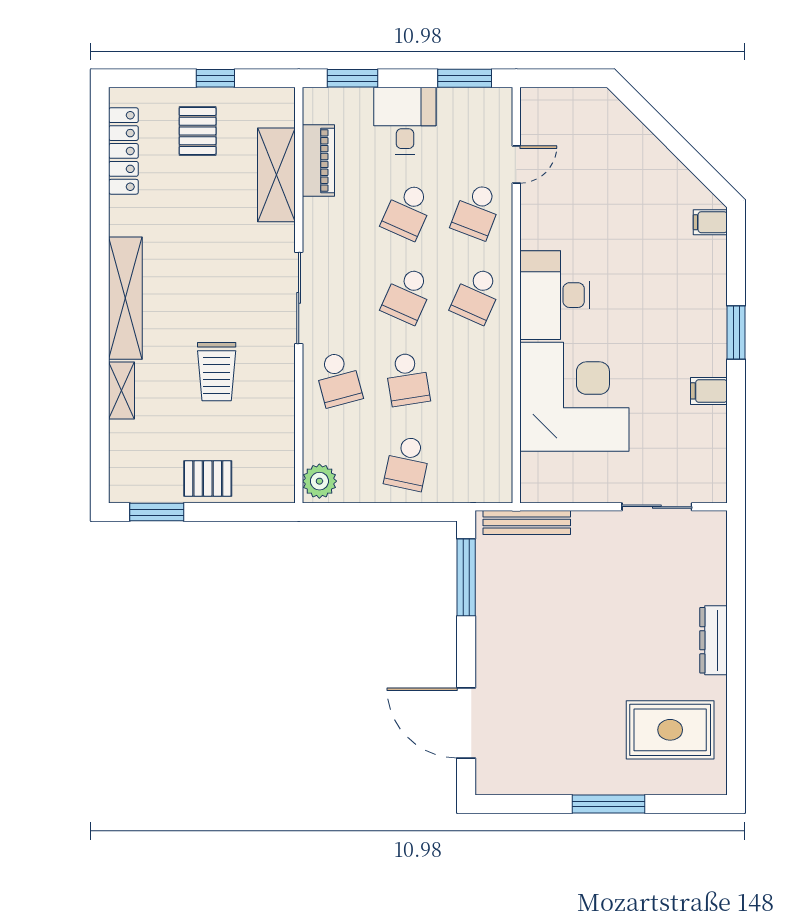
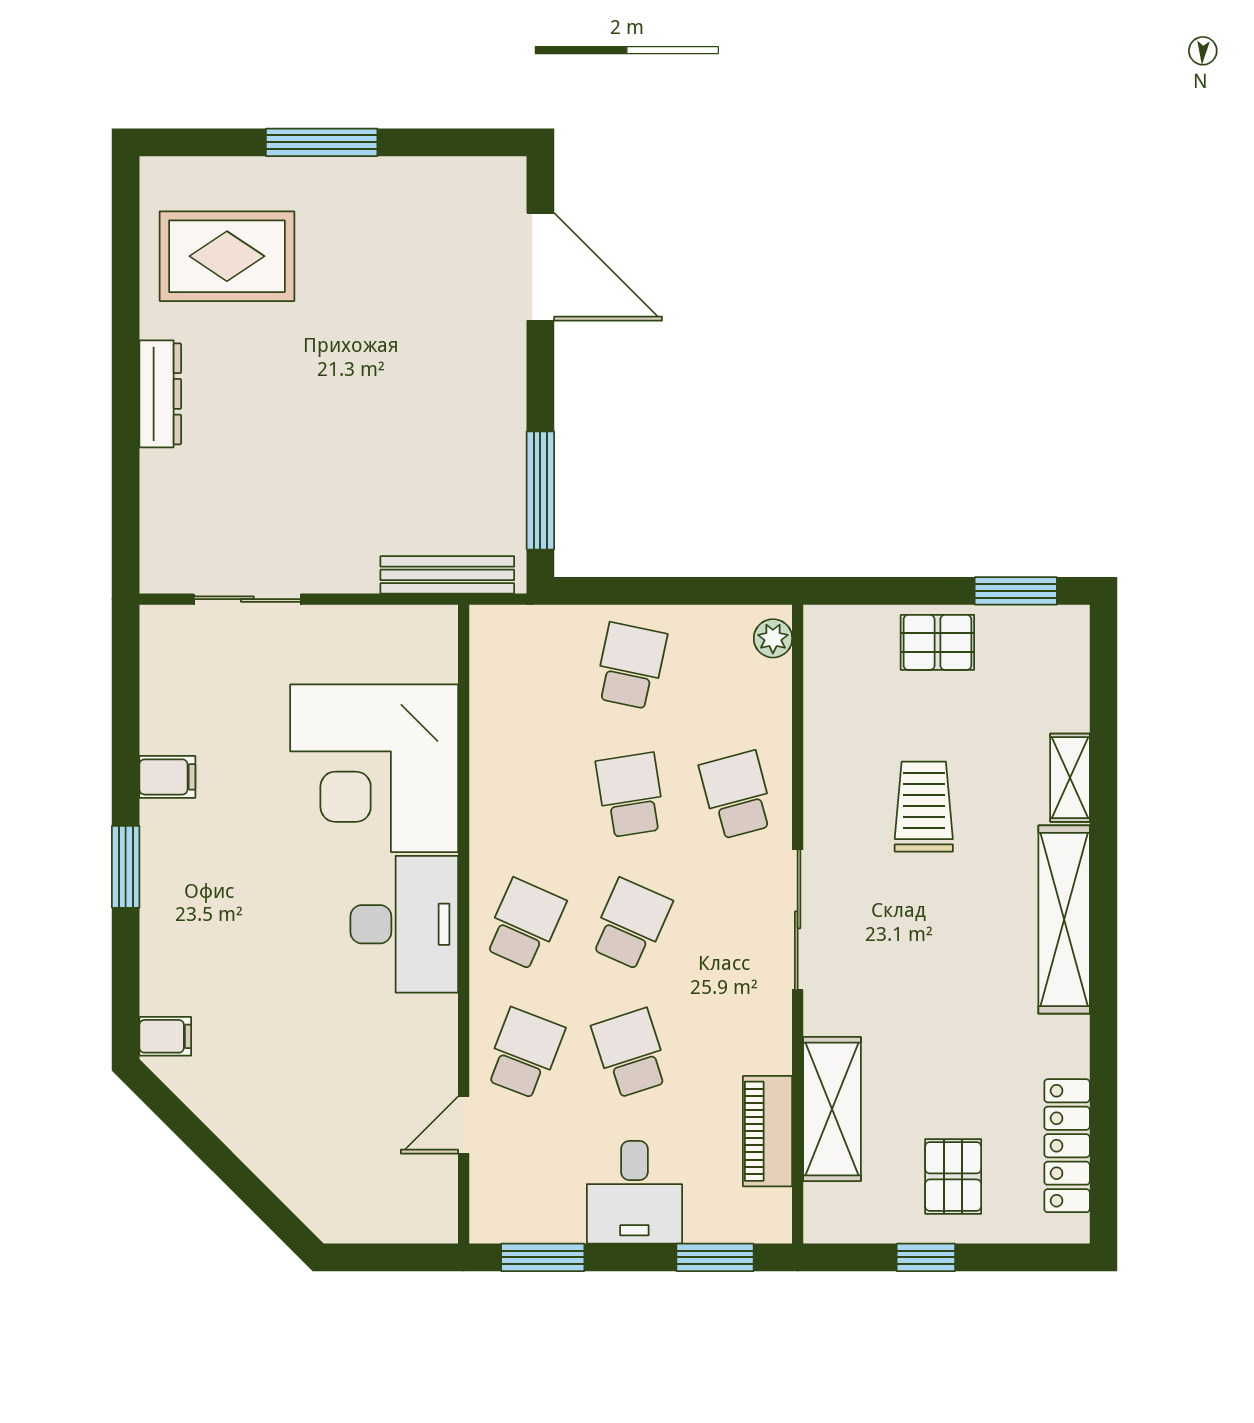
school desk: (407, 211) -> (631, 1053), turned -42
plant: (319, 481) -> (773, 638), width x0.73, depth x0.73

